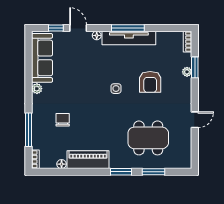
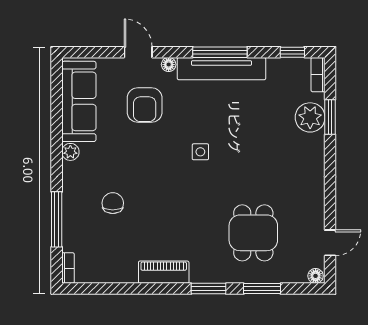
window: (56, 28) -> (292, 52), moved
plant: (187, 72) -> (310, 117), width x1.87, depth x1.87
armchair: (150, 82) -> (145, 105), moved
door: (195, 120) -> (330, 243), moved
dining table: (148, 138) -> (253, 233), width x0.73
piano: (88, 160) -> (164, 272), width x0.73, depth x0.75
floor lamp: (62, 164) -> (316, 276), moved

